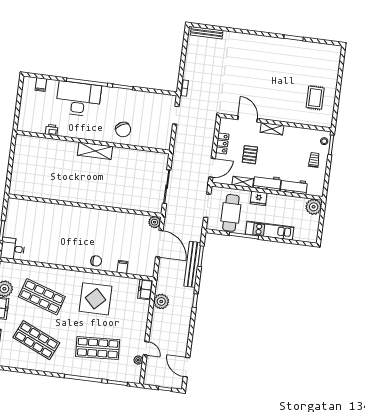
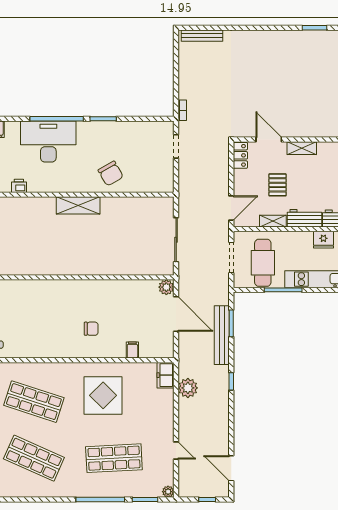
locker: (222, 143) -> (240, 155), moved
fridge: (259, 198) -> (323, 240), moved
chair: (96, 261) -> (91, 329), moved
plant: (138, 360) -> (168, 492), moved

